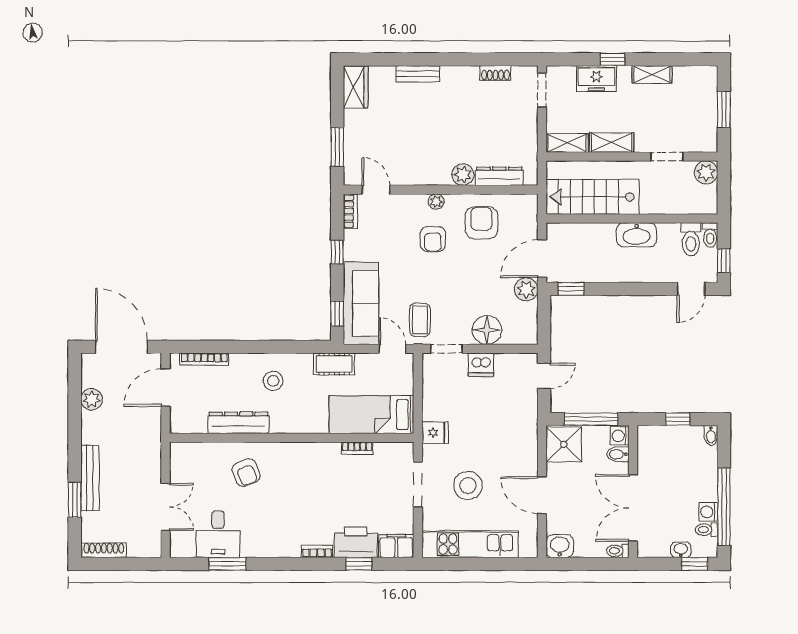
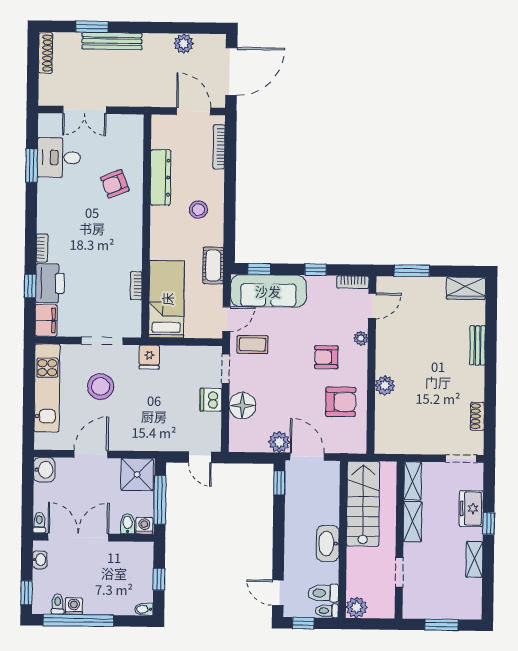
plant: (706, 172) -> (356, 607), moved
dresser: (499, 176) -> (383, 419), removed
plant: (436, 202) -> (361, 338), moved
washbasin: (681, 550) -> (40, 560), moved

